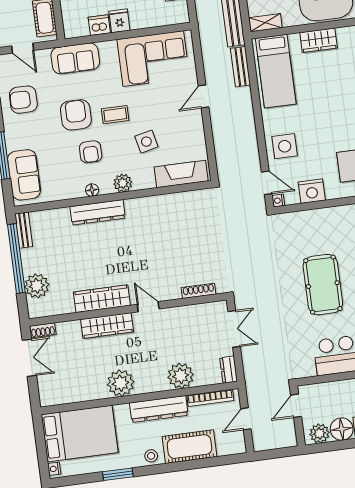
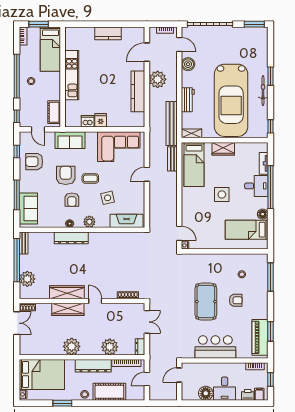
side table: (285, 146) -> (222, 194), moved
nightstand: (312, 191) -> (207, 242), removed
plant: (319, 433) -> (192, 394), removed

